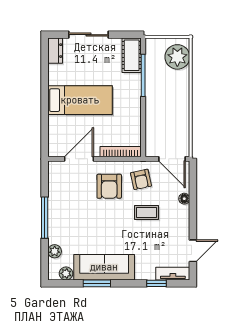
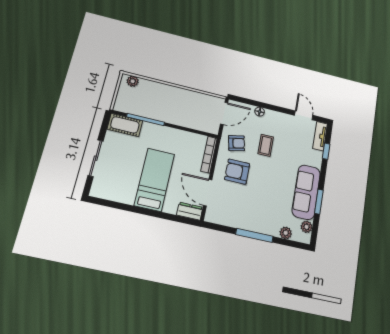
dresser: (55, 51) -> (190, 211), moved
plant: (177, 57) -> (133, 81), width x0.53, depth x0.53
armchair: (109, 186) -> (237, 172), turned 180

